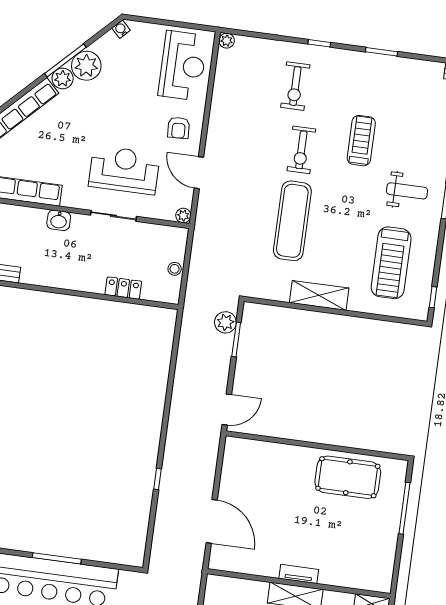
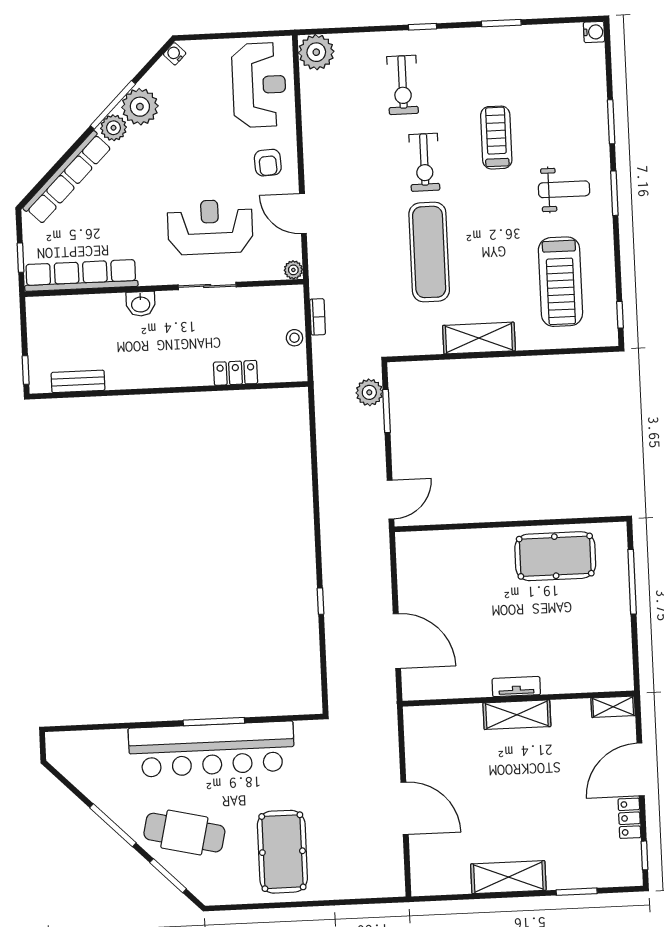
plant: (227, 41) -> (316, 52), width x1.88, depth x1.88
bookcase: (196, 256) -> (318, 317), added

